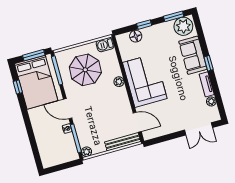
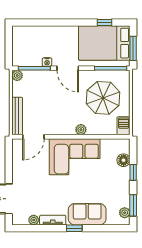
plant: (183, 26) -> (125, 213), width x0.53, depth x0.53
door: (68, 109) -> (68, 68), swing flipped

